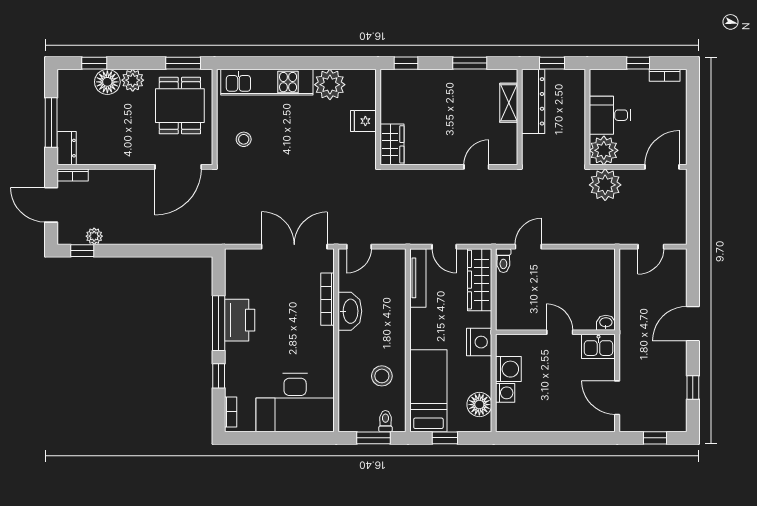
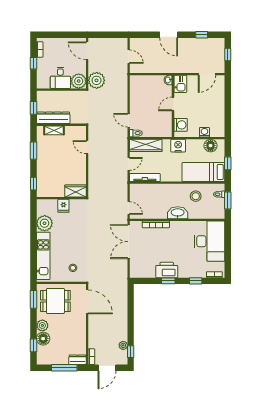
washbasin: (350, 311) -> (178, 213), moved
window: (219, 323) -> (168, 281), width x0.46
washing machine: (508, 369) -> (181, 125), moved, turned 90

